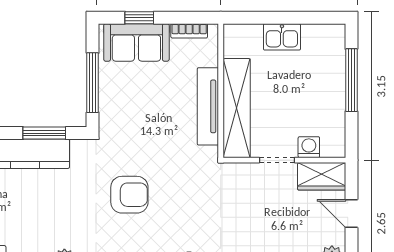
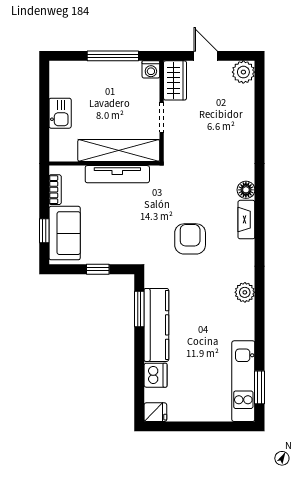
window: (351, 80) -> (113, 56), moved
window: (93, 83) -> (98, 269), width x0.46
washing machine: (309, 147) -> (151, 69), moved, turned -90
door: (351, 214) -> (206, 56), swing flipped

